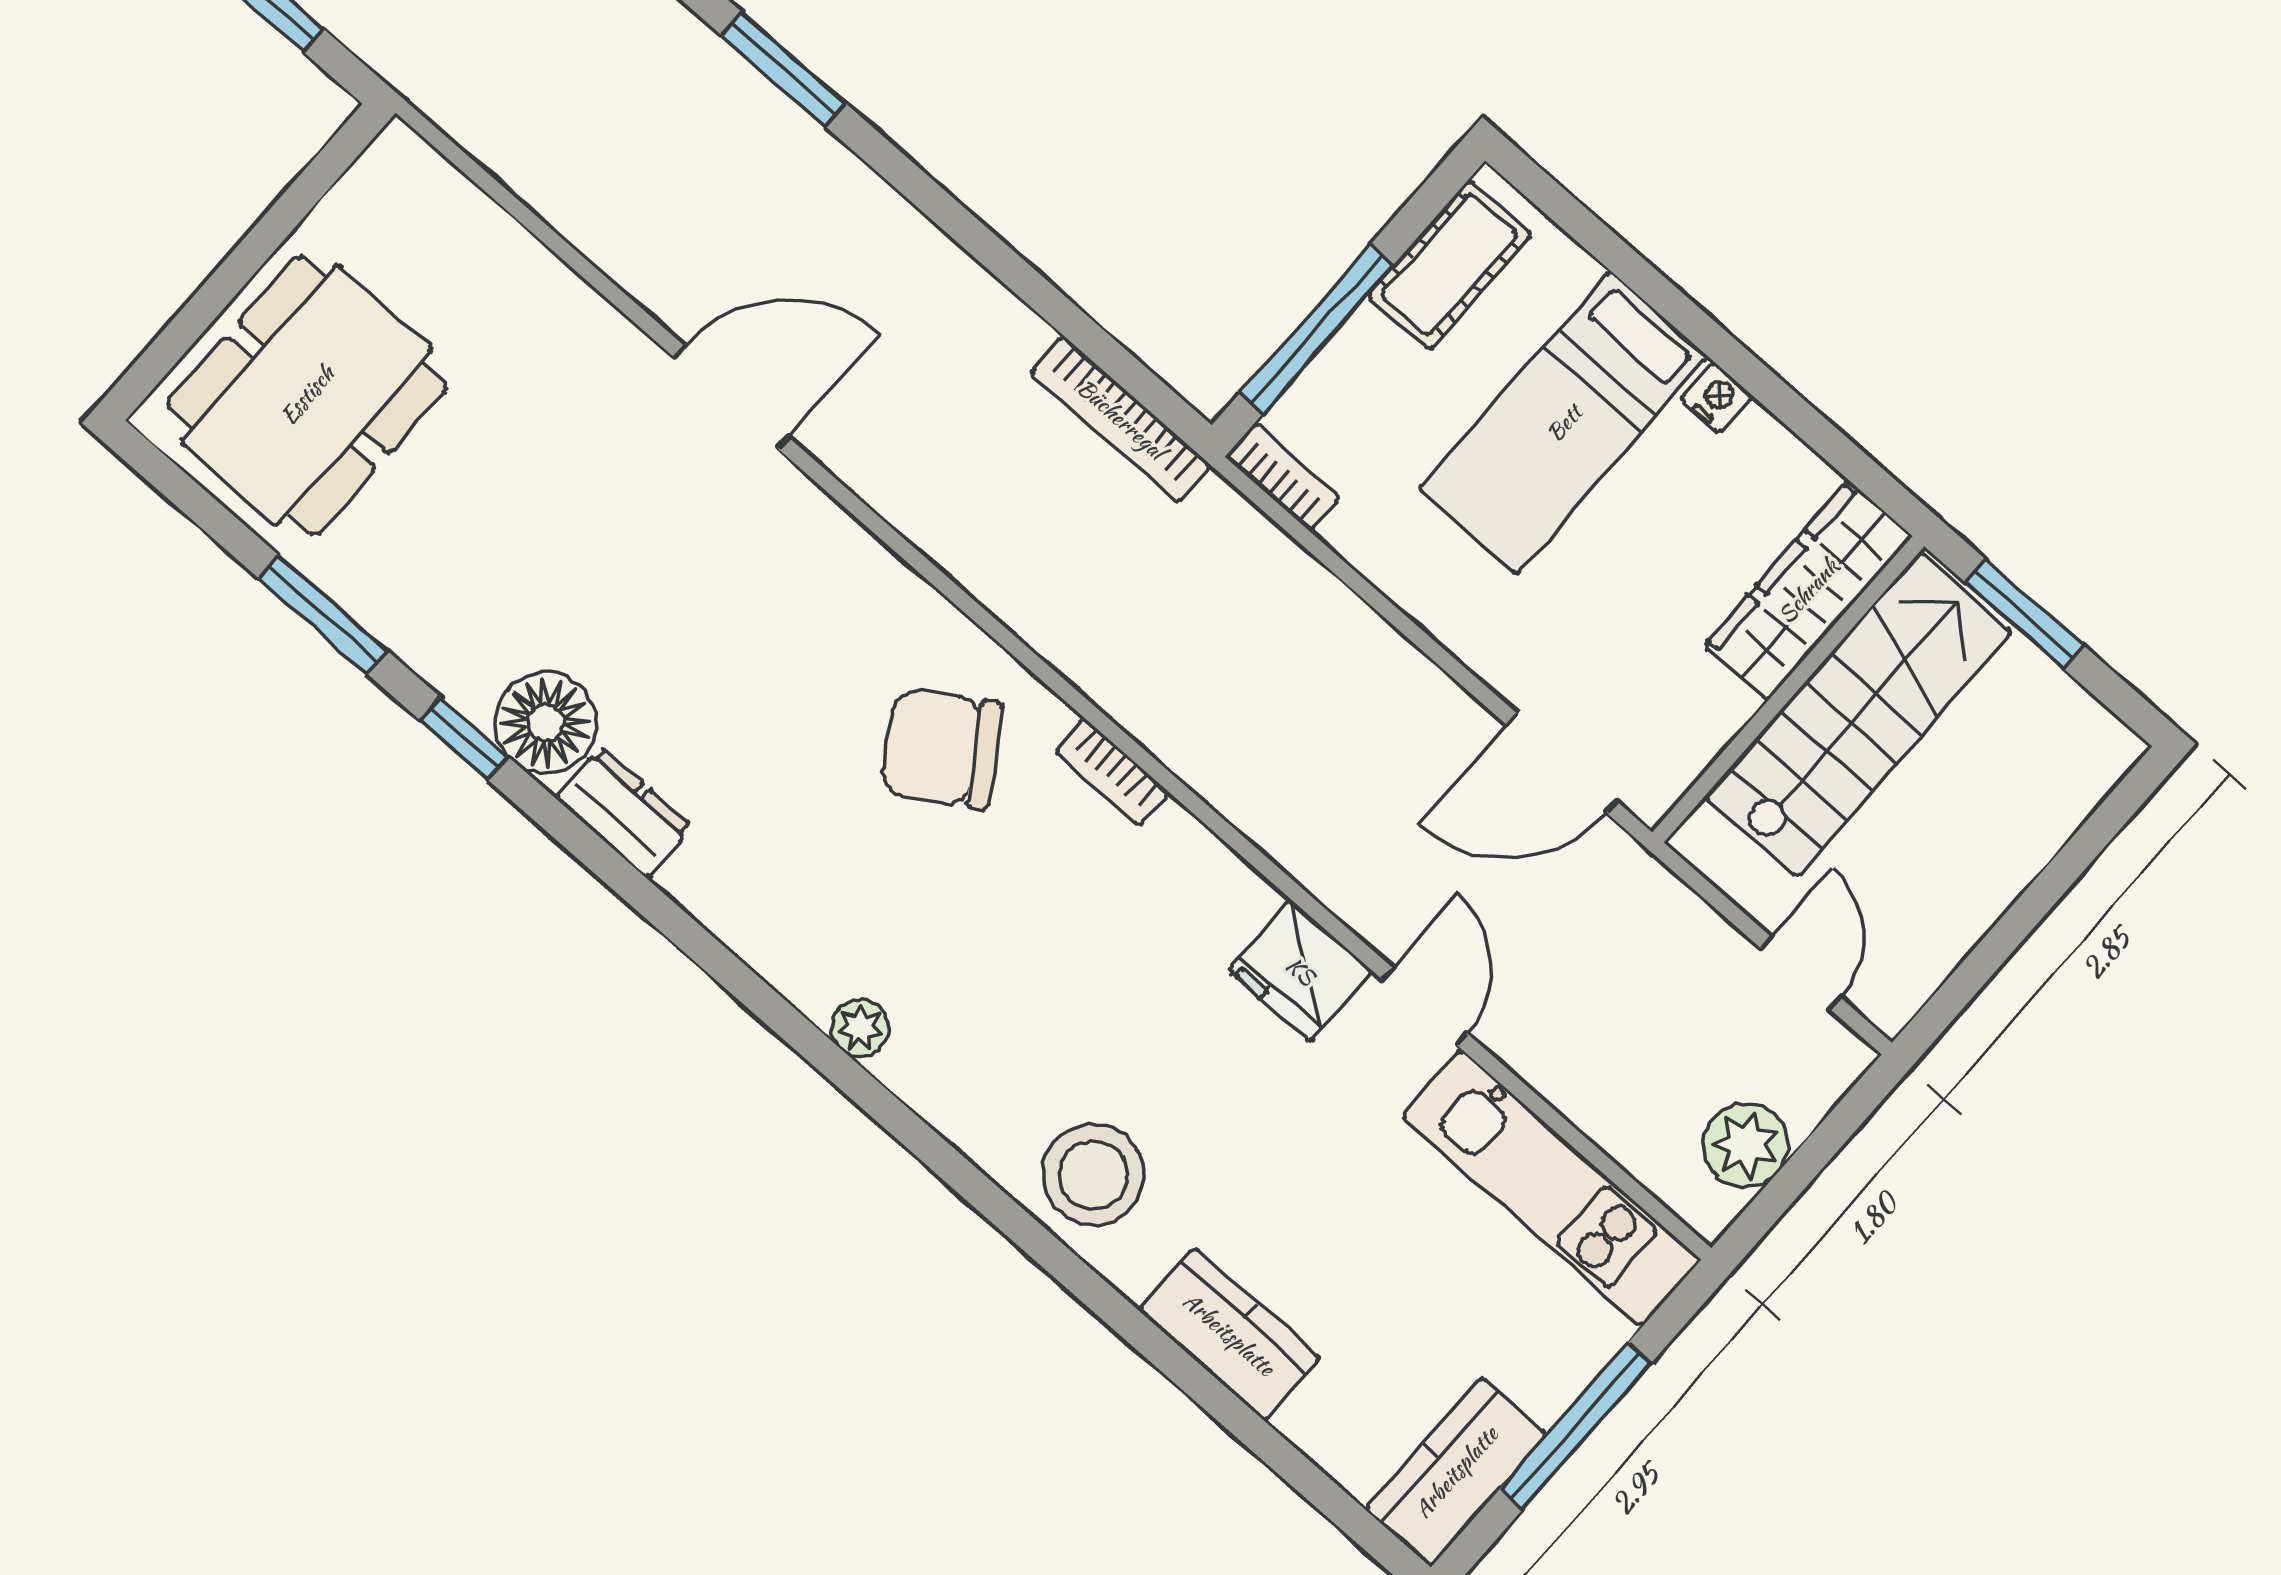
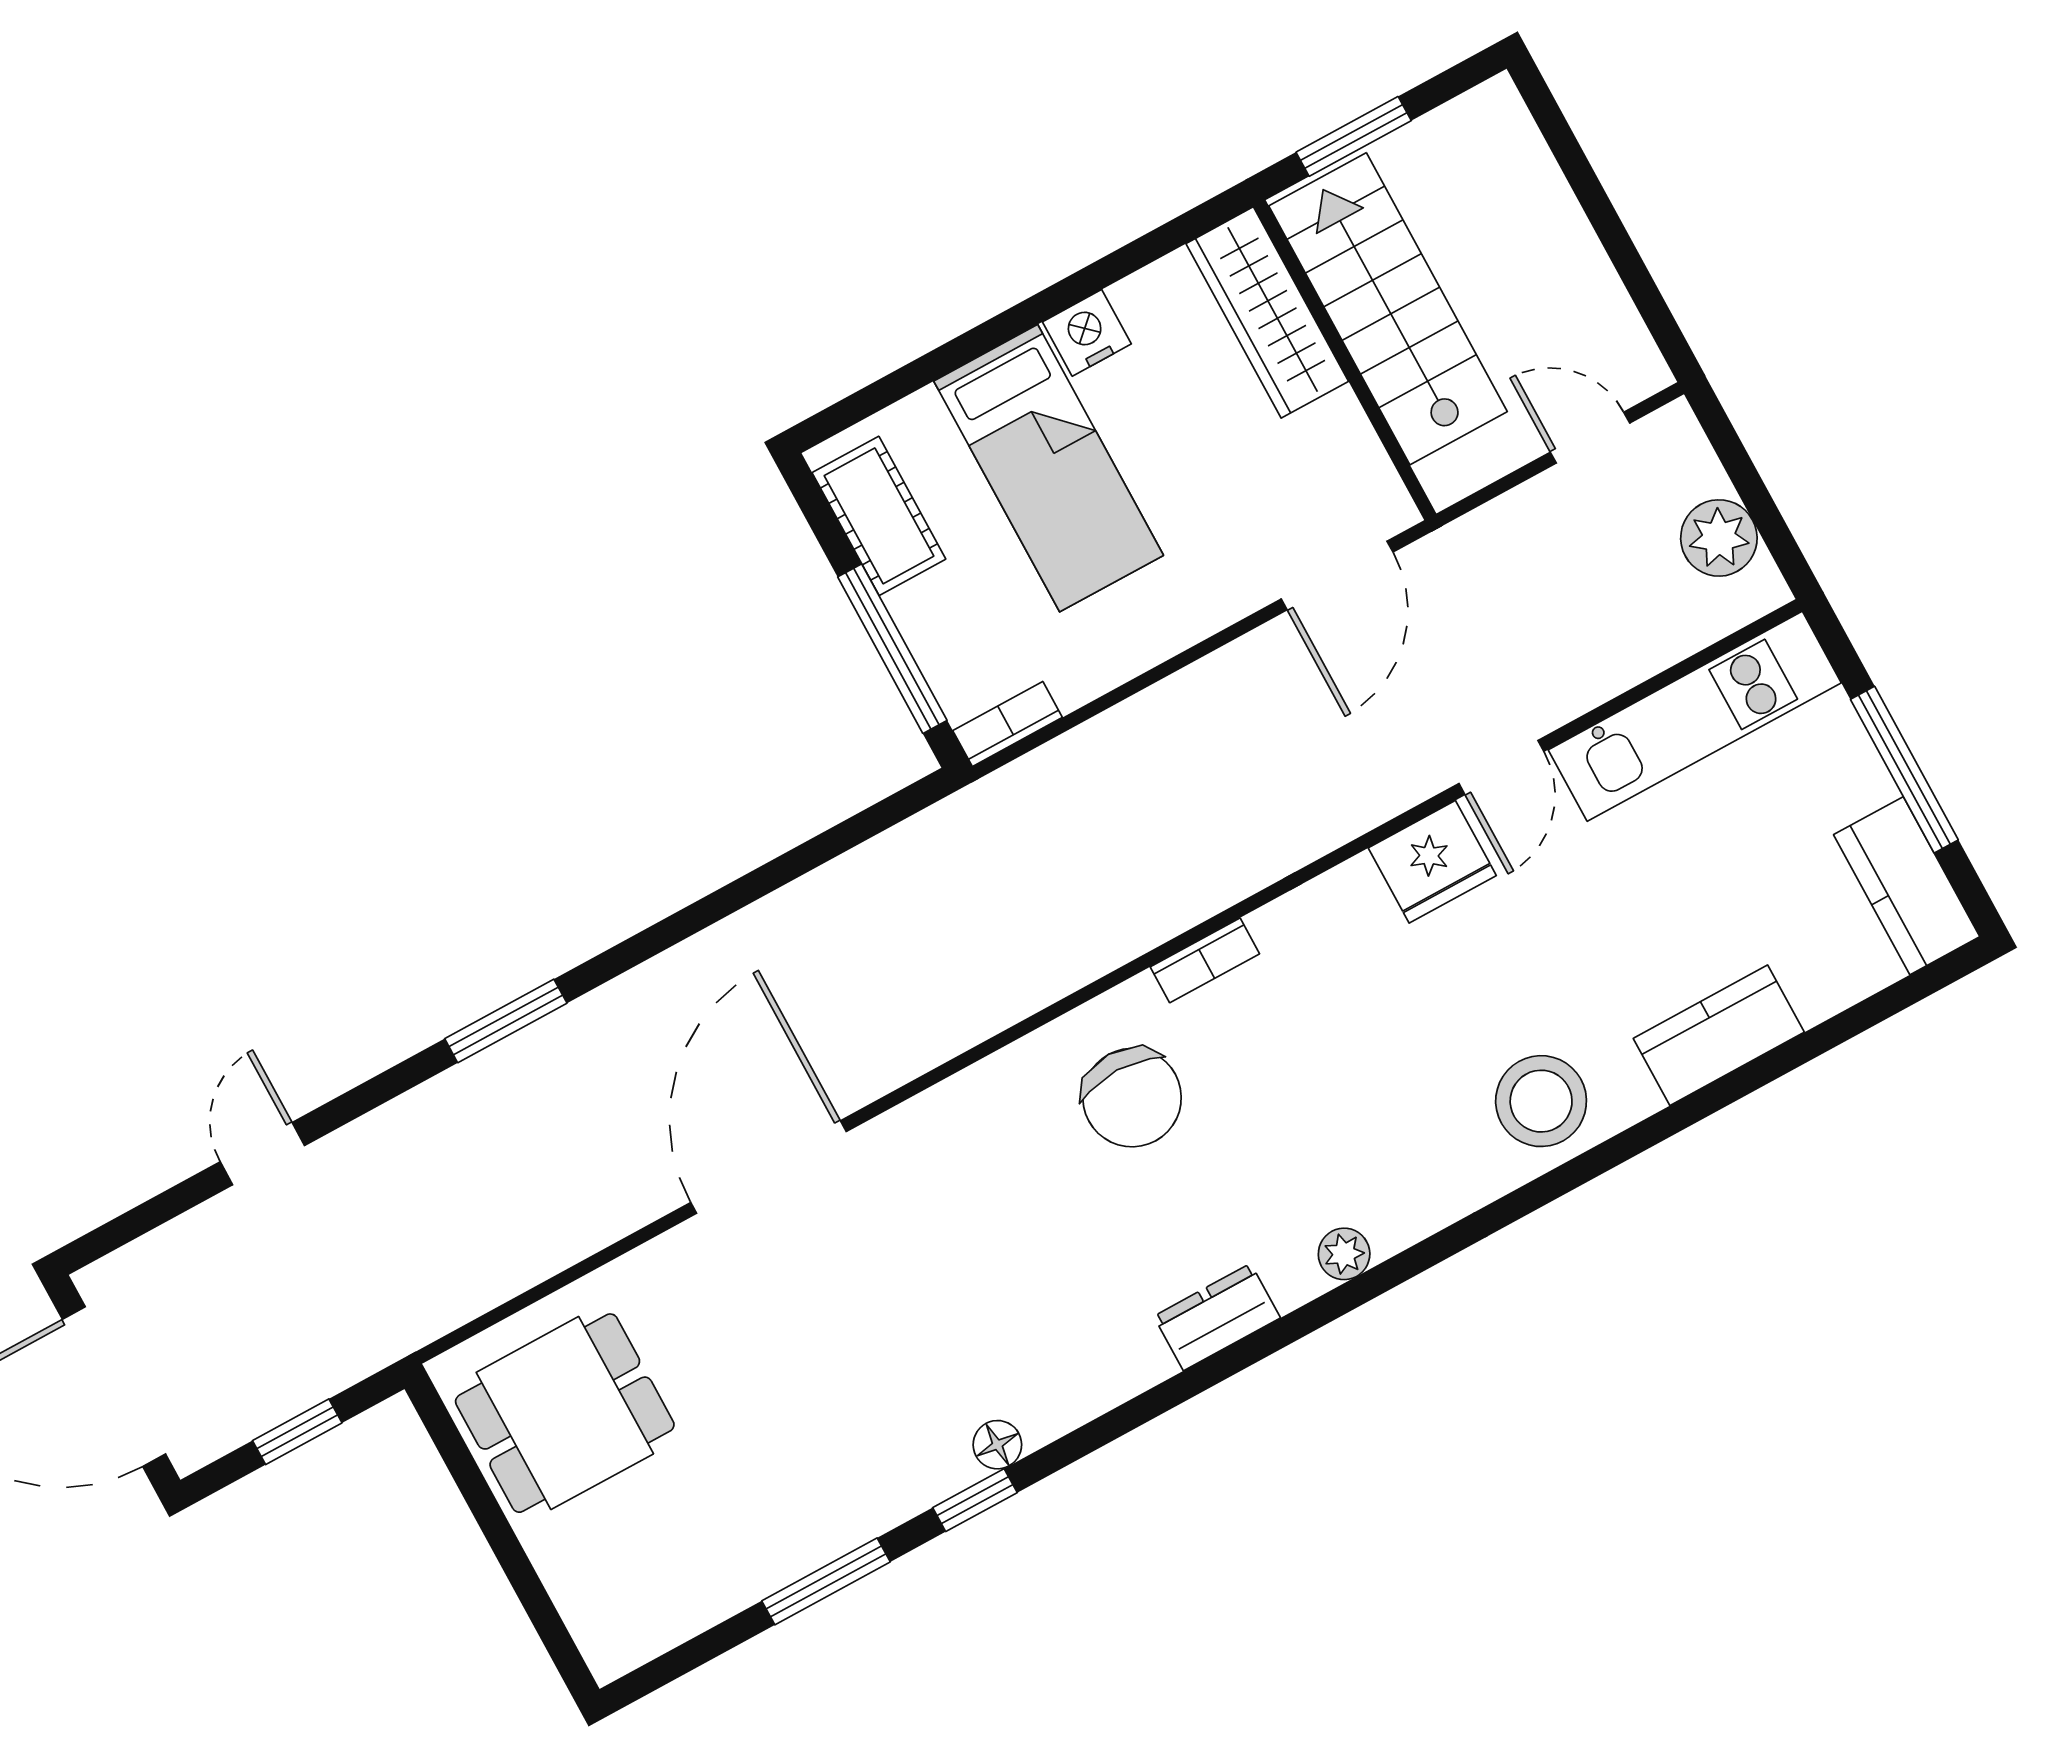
dining table: (307, 395) -> (565, 1413), moved, width x0.73
door: (731, 397) -> (769, 1167), width x1.36
nightstand: (1717, 397) -> (1087, 333), width x1.39, depth x1.35
bookcase: (1121, 419) -> (908, 843), removed
floor lamp: (546, 723) -> (997, 1445), width x0.53, depth x0.53
chair: (942, 749) -> (1132, 1098), turned -57
dresser: (624, 813) -> (1217, 1317), moved
door: (1425, 1007) -> (1501, 767), swing flipped

